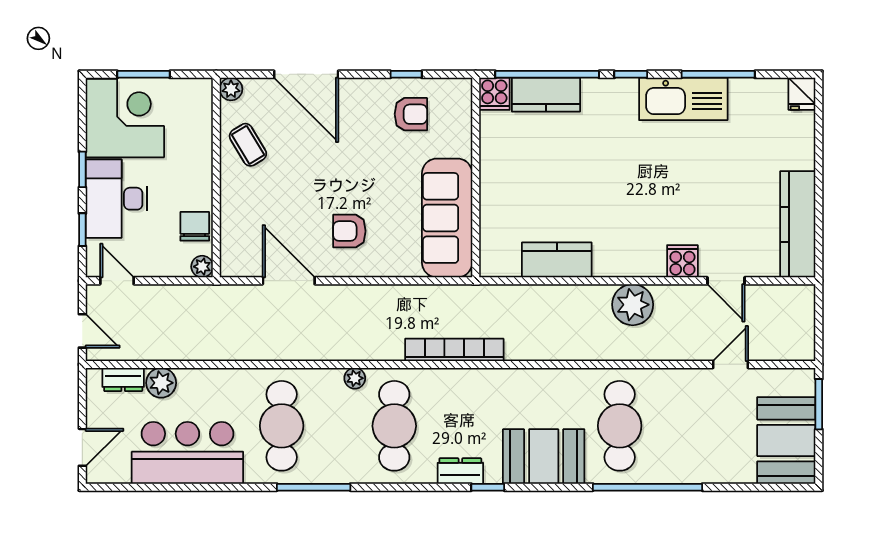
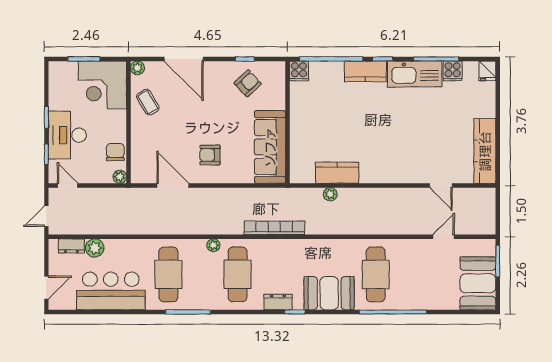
kitchen counter: (546, 95) -> (365, 71), moved
armchair: (411, 114) -> (248, 83), turned -43
corner desk: (125, 118) -> (102, 85), moved, turned 180
cooker: (682, 261) -> (453, 71), moved, turned 180
plant: (633, 305) -> (330, 194), moved, width x0.53, depth x0.53
door: (82, 331) -> (46, 216), swing flipped

